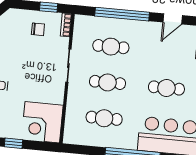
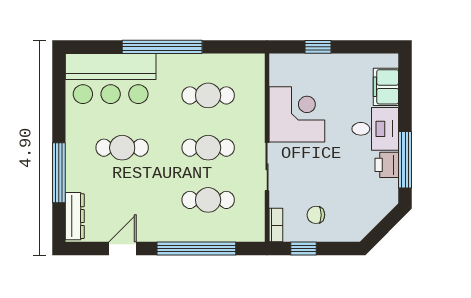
corner desk: (42, 122) -> (297, 114), moved
window: (14, 143) -> (318, 47), moved

